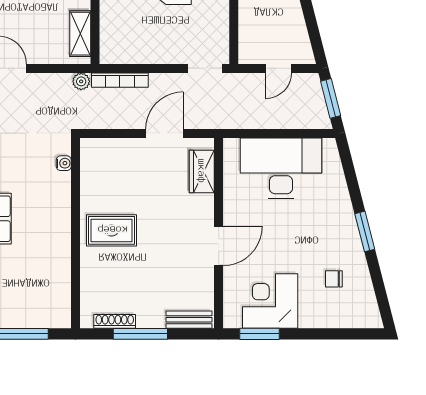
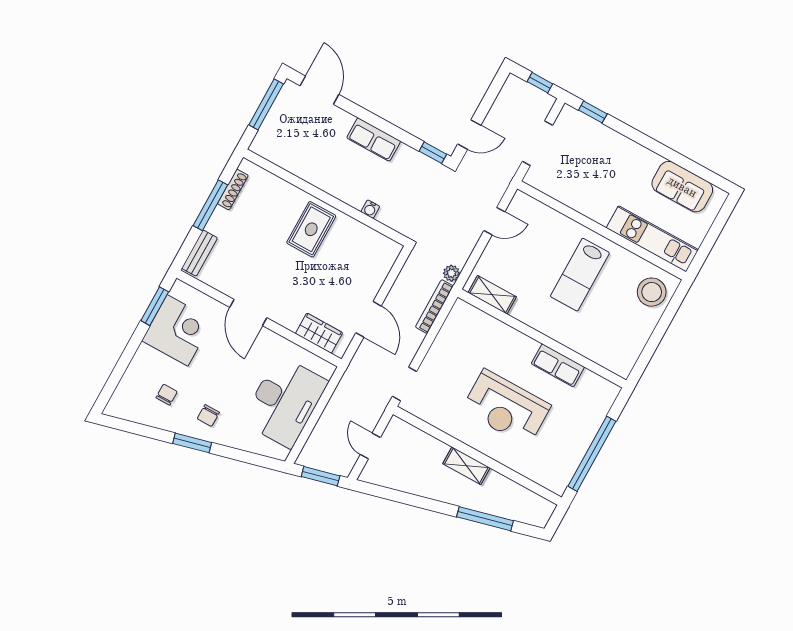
water cooler: (64, 163) -> (370, 209), moved
chair: (332, 231) -> (208, 415), added

